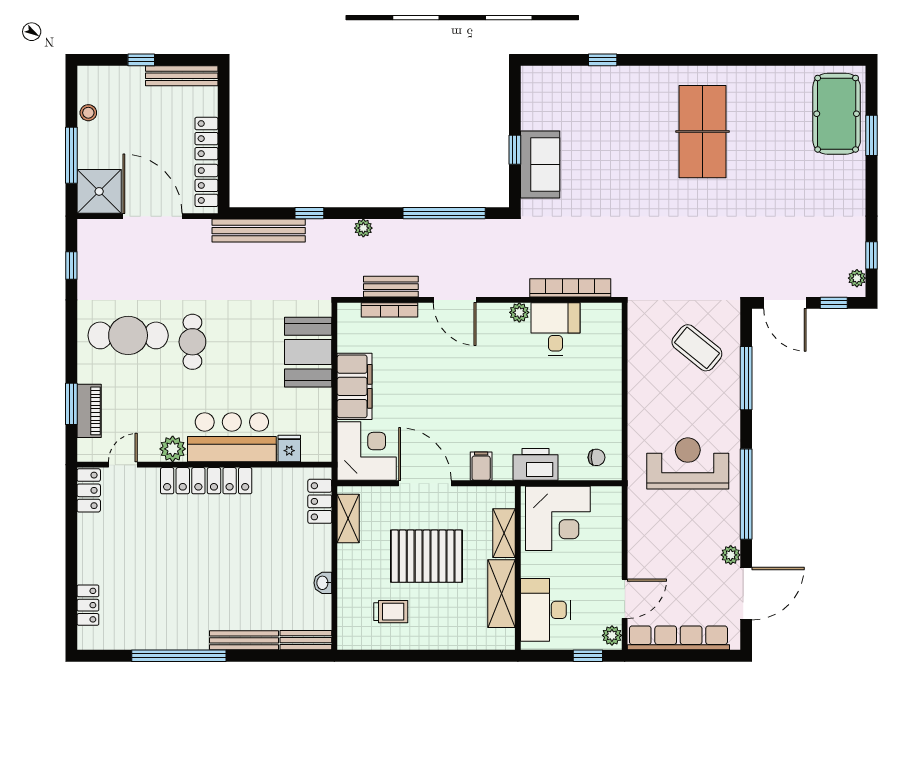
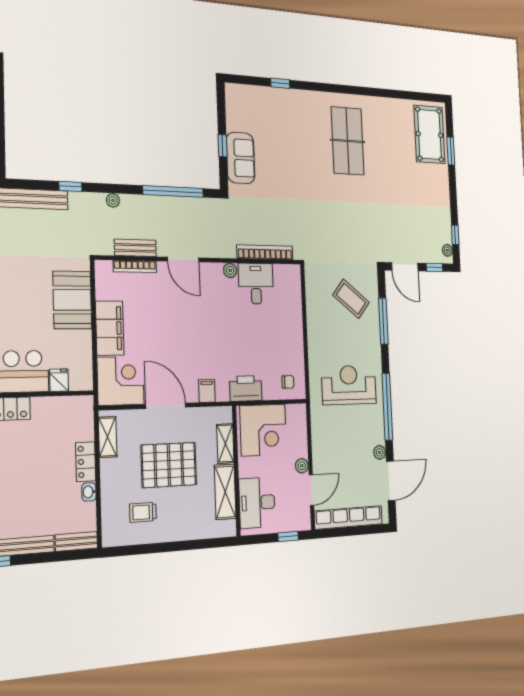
locker: (320, 501) -> (86, 462), moved
trolley: (391, 612) -> (143, 512), turned 180
plant: (612, 635) -> (302, 466), moved

